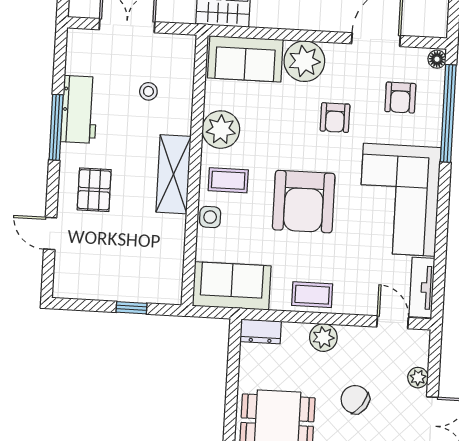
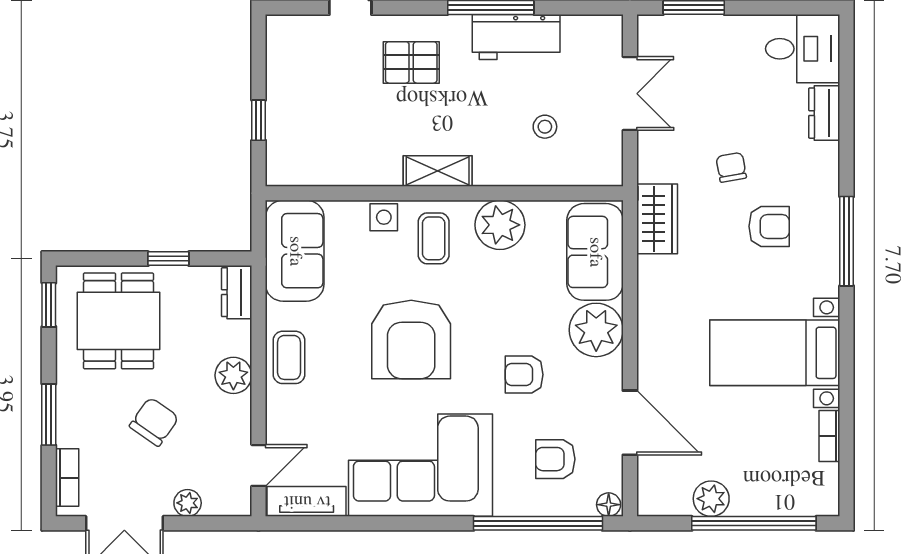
shelving: (174, 174) -> (438, 171), width x0.67, depth x0.75
armchair: (304, 202) -> (411, 339), turned -90
window: (232, 382) -> (168, 259), added

